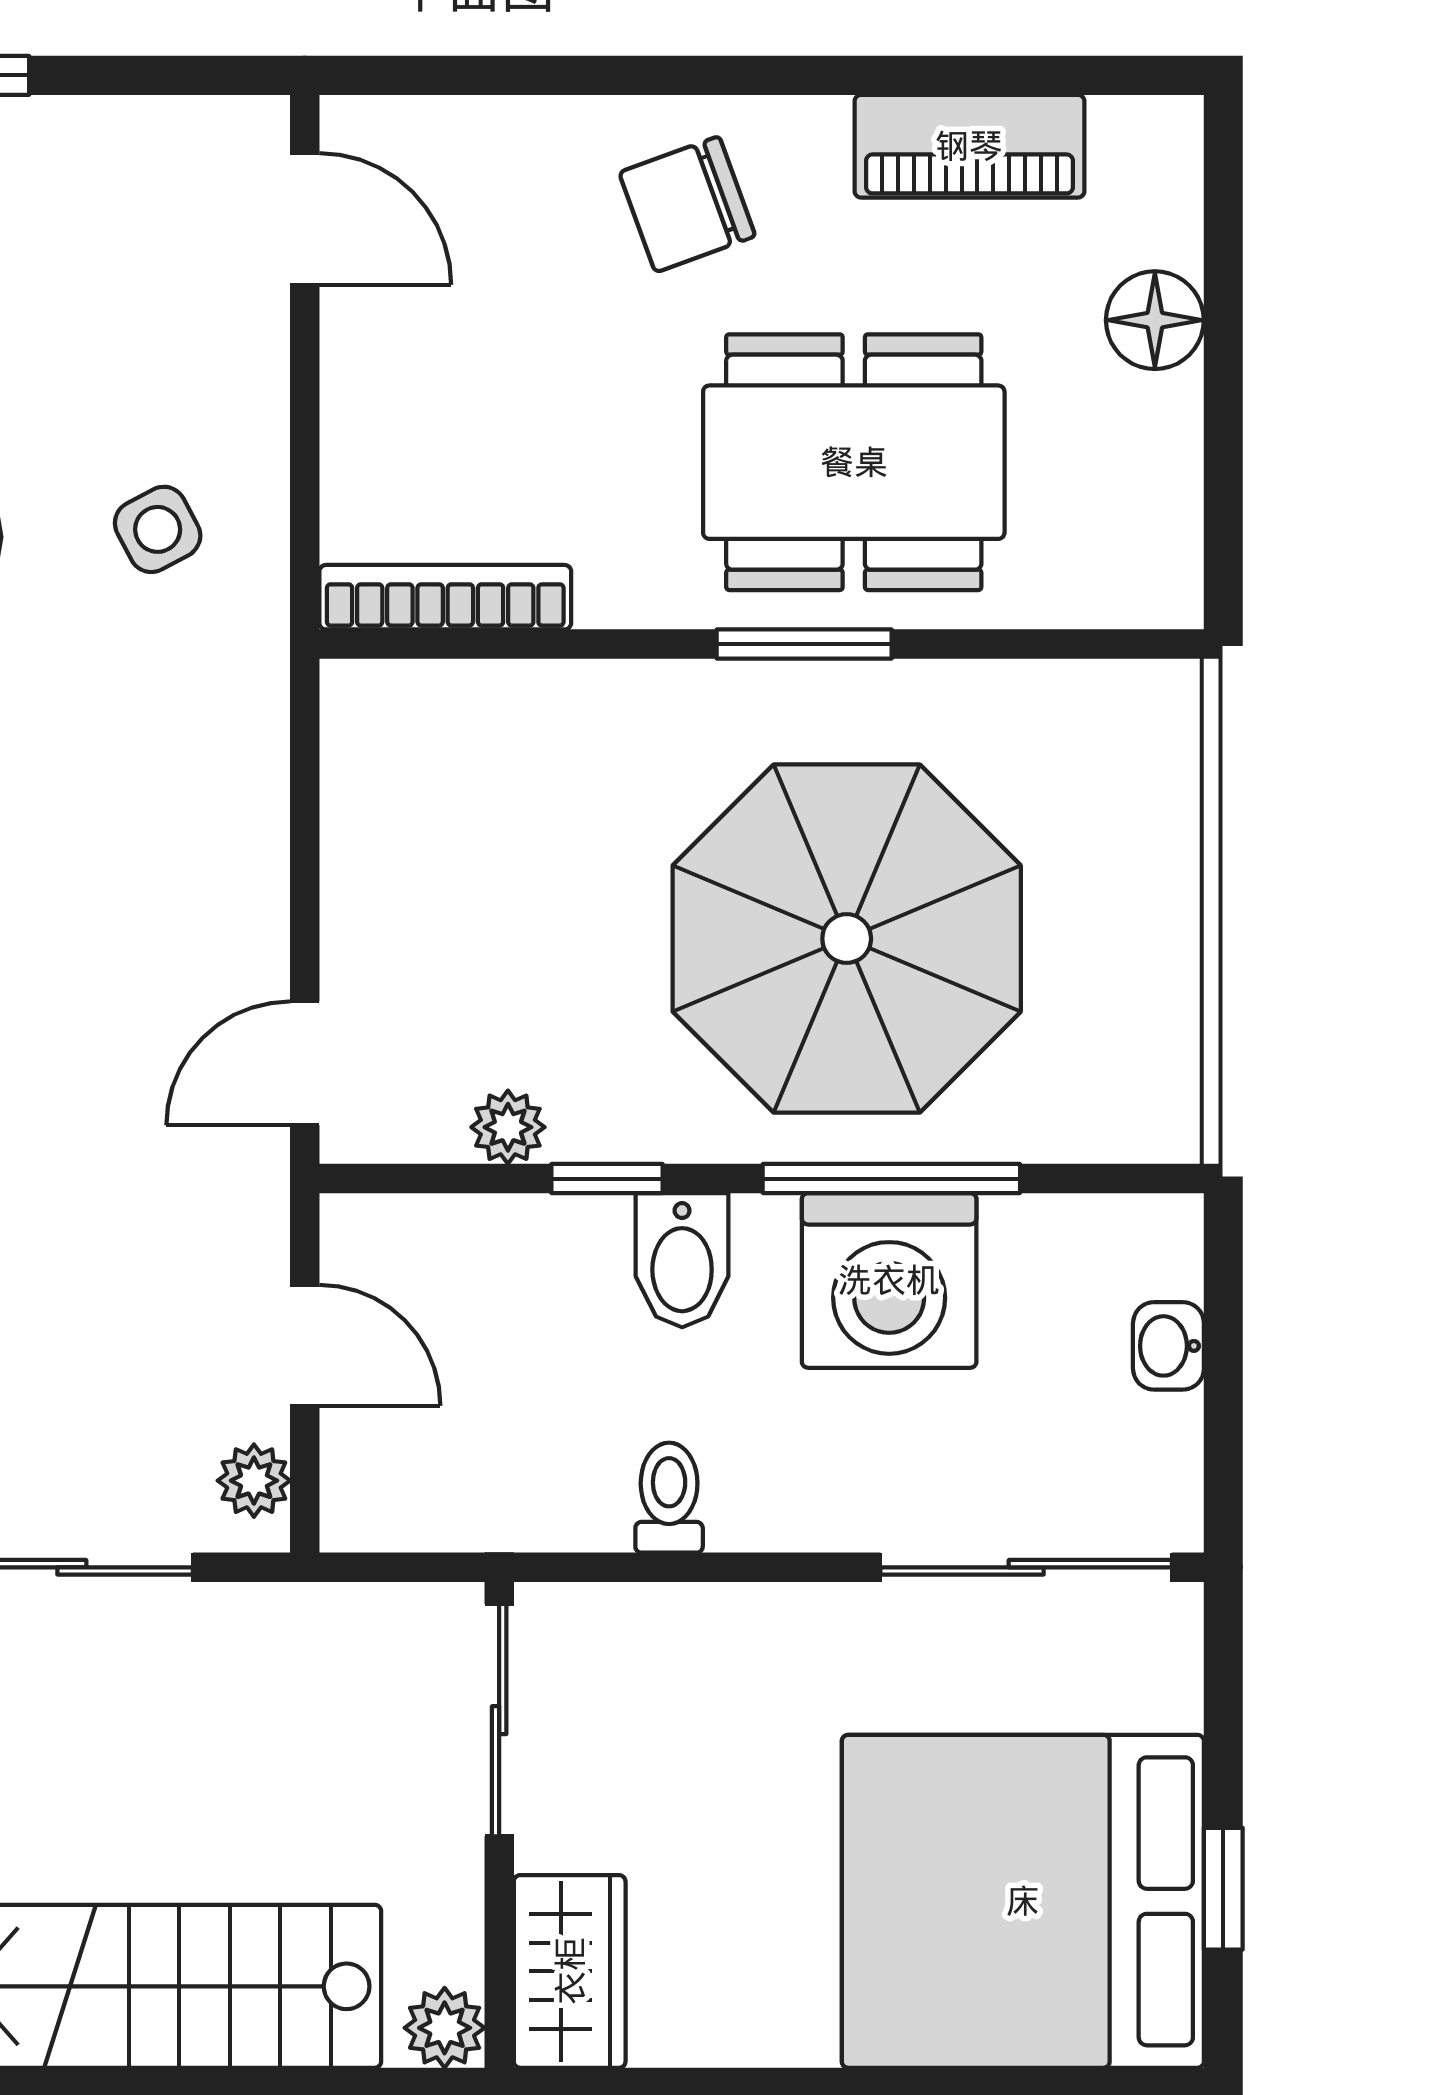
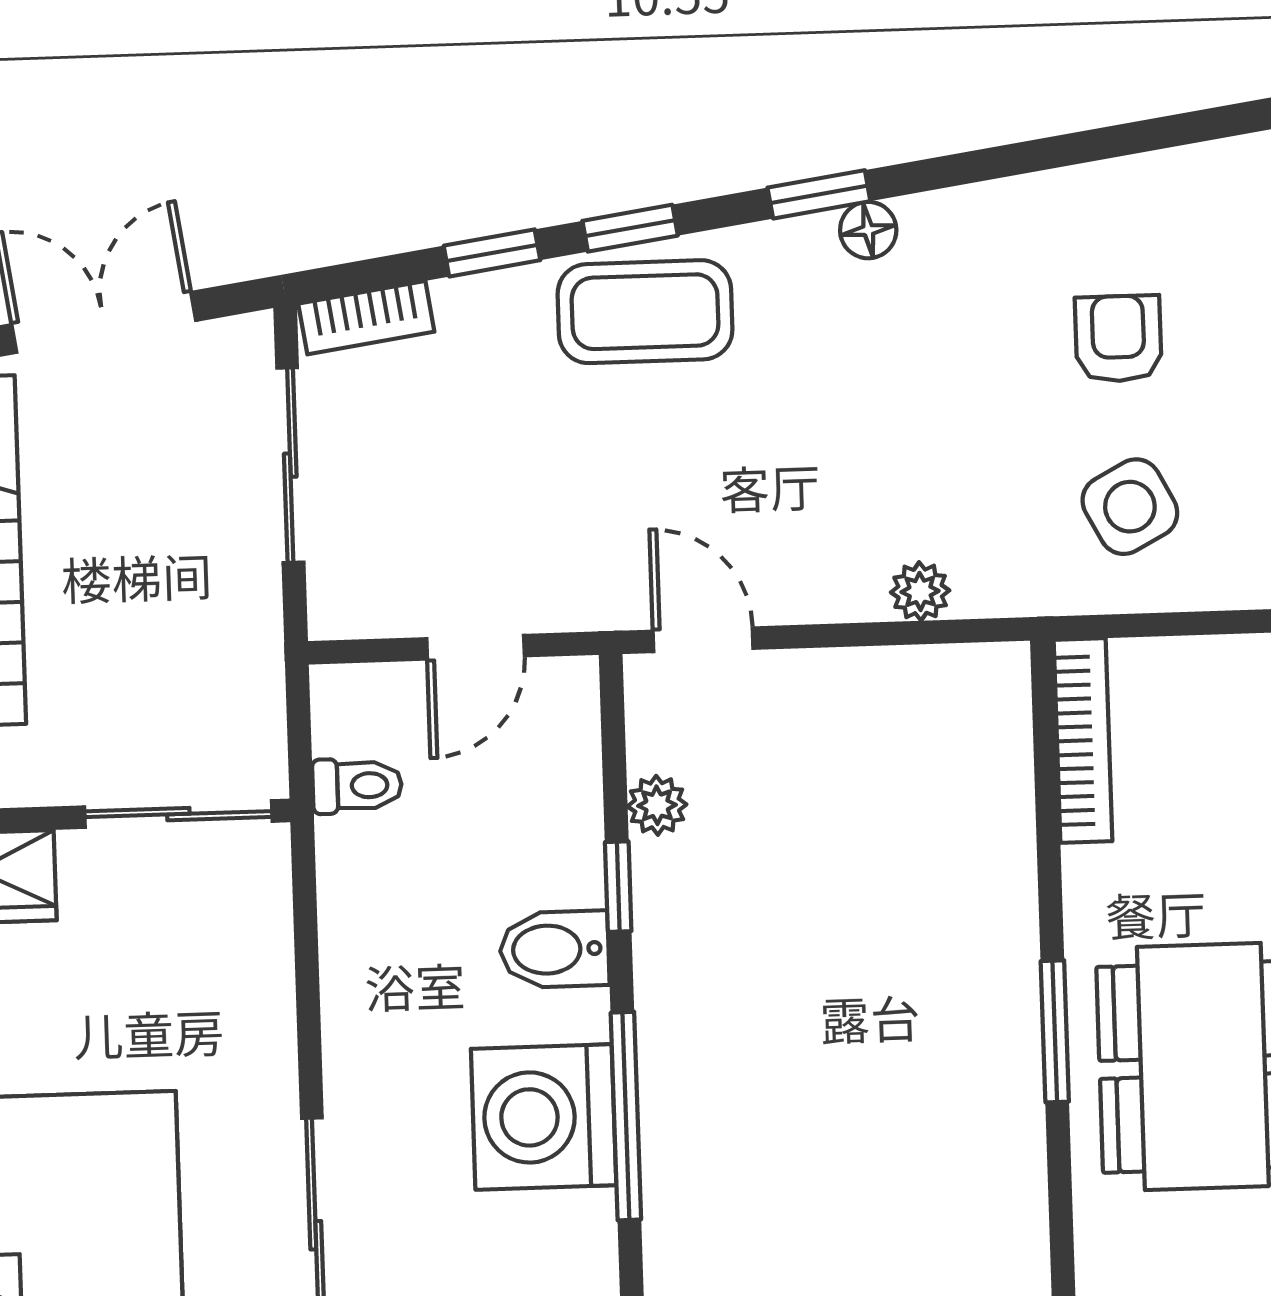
side table: (158, 529) -> (1130, 507), width x1.37, depth x1.37
parasol: (847, 939) -> (818, 1074), removed
plant: (254, 1481) -> (920, 591), moved
toilet: (669, 1498) -> (357, 786), moved

